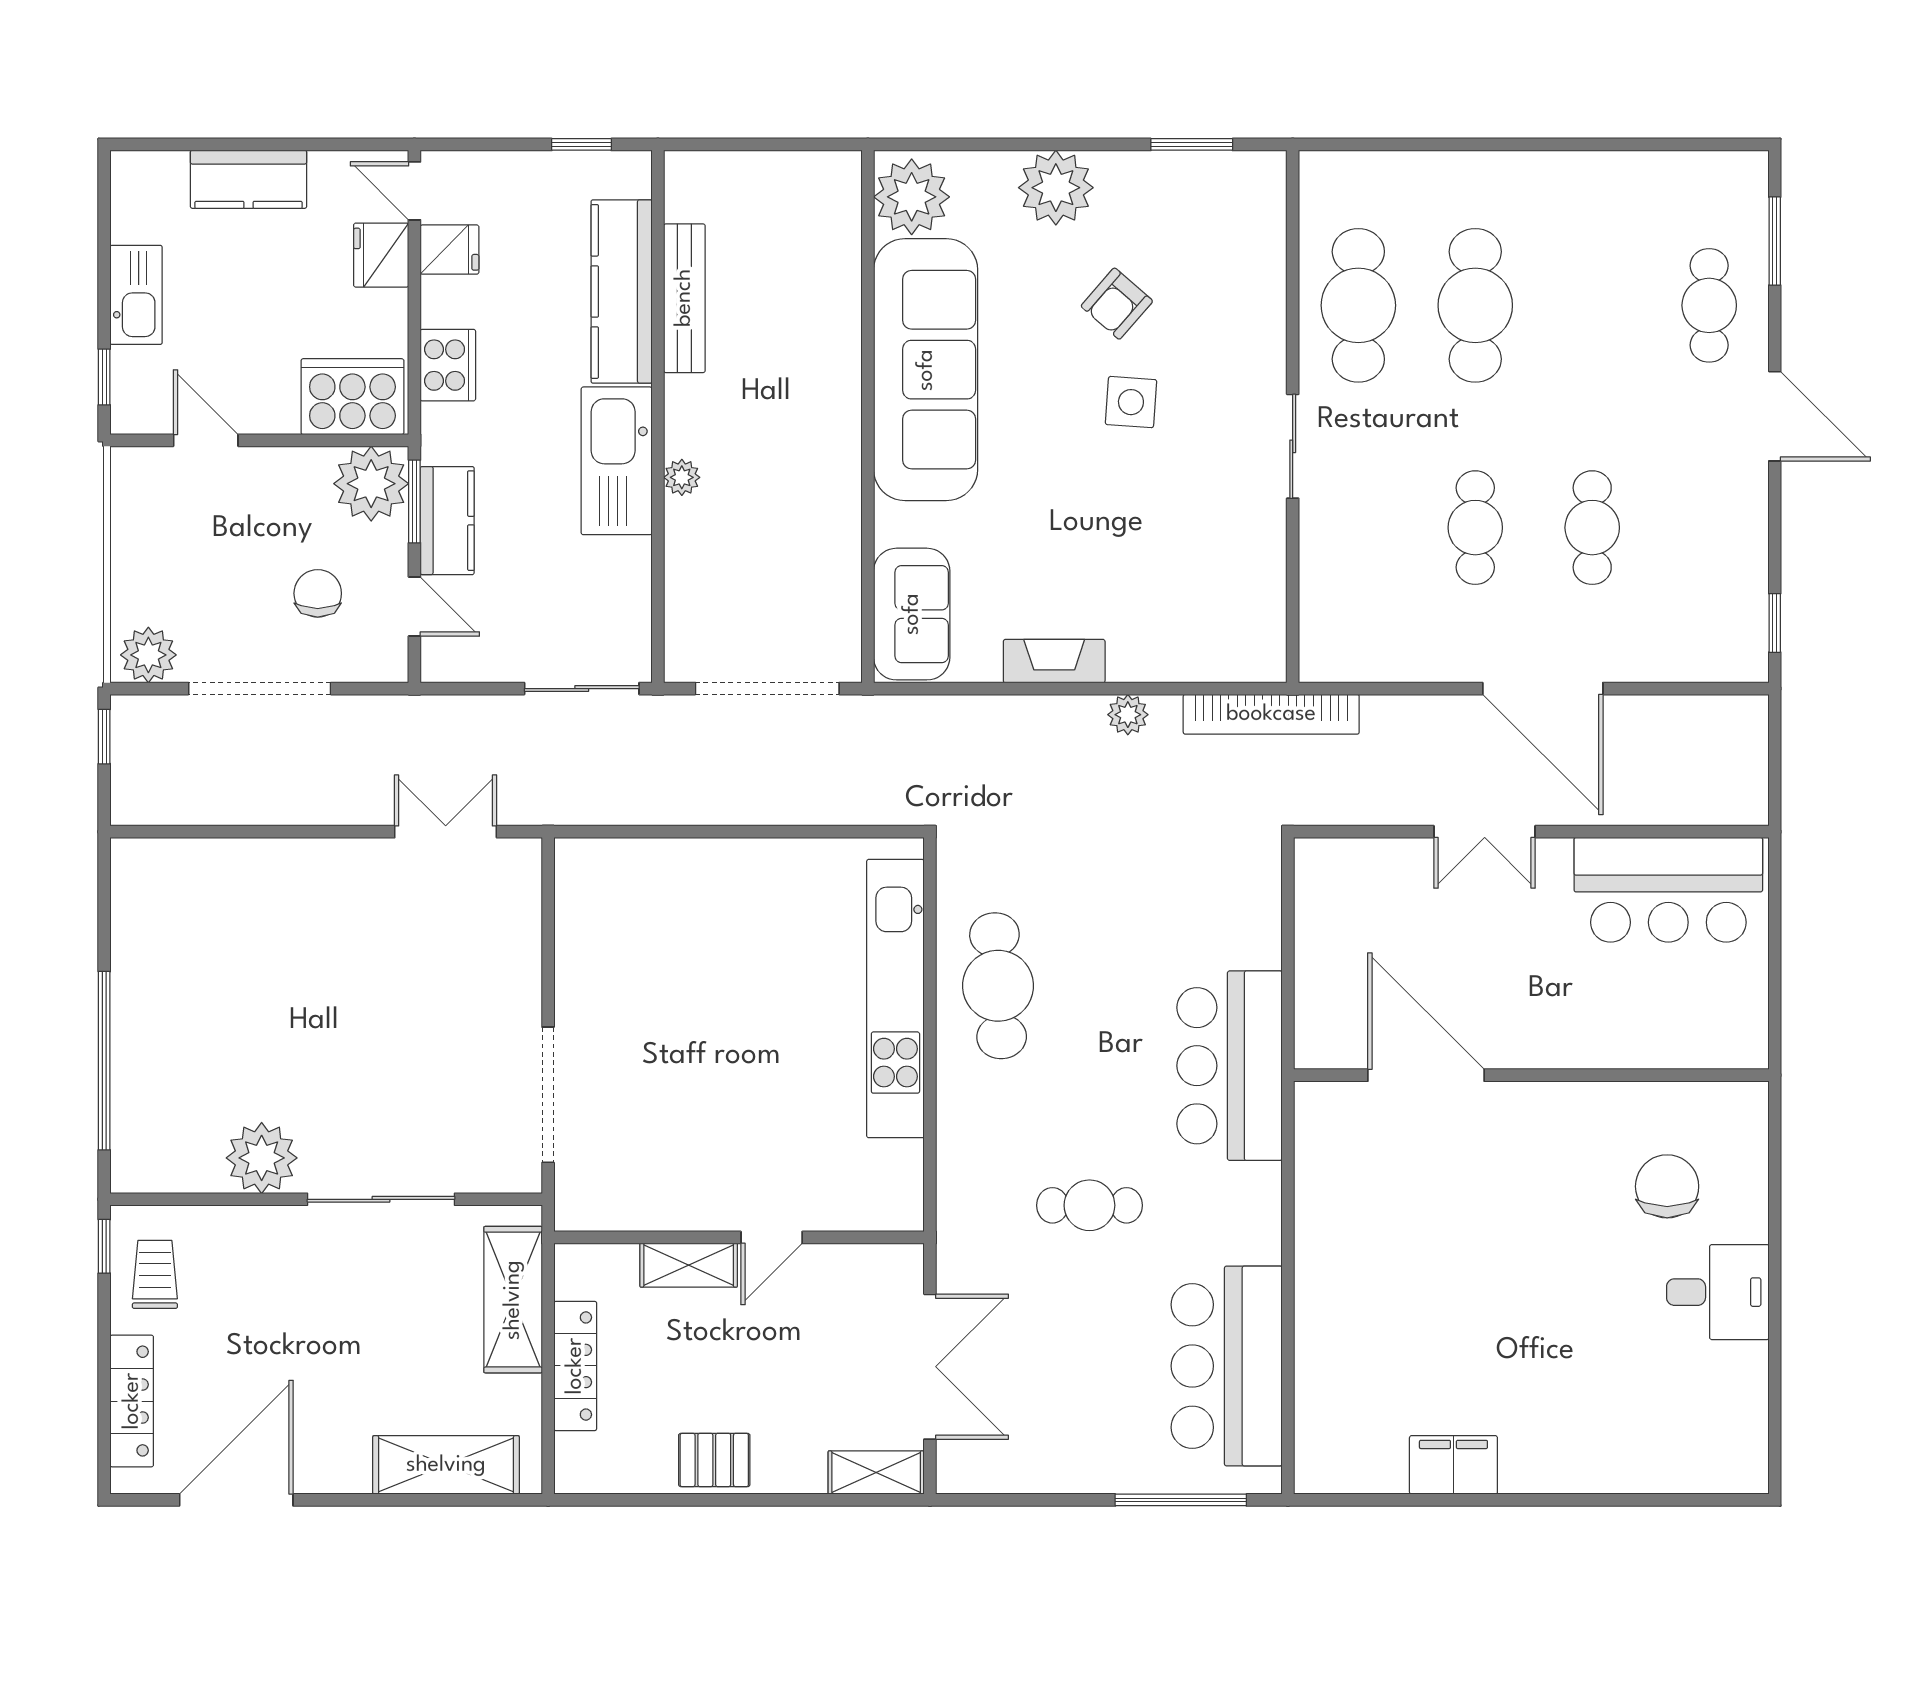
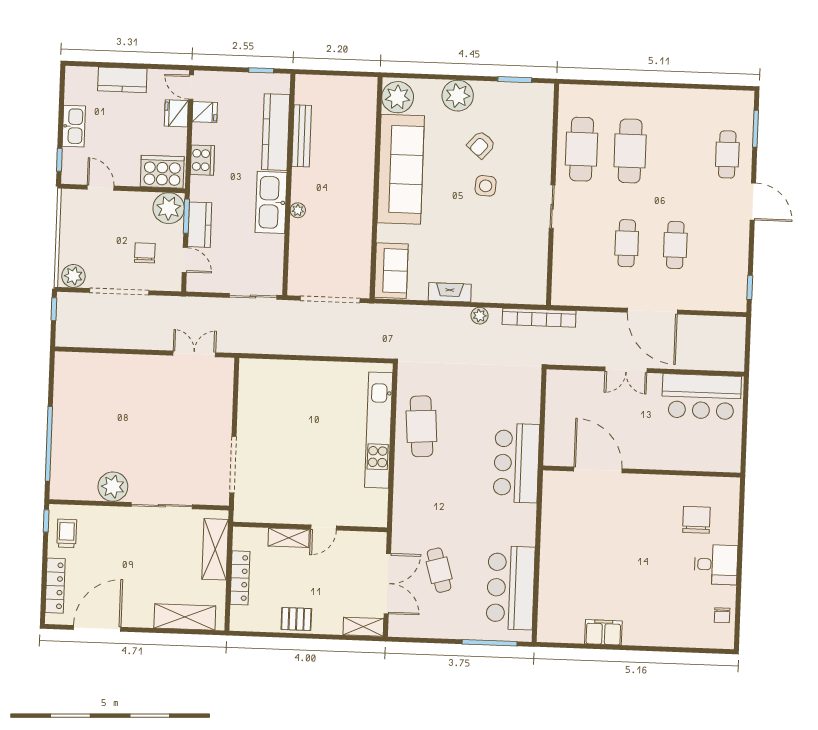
cafe table: (1089, 1205) -> (439, 570), moved, turned 74
chair: (1737, 1413) -> (722, 615), added

